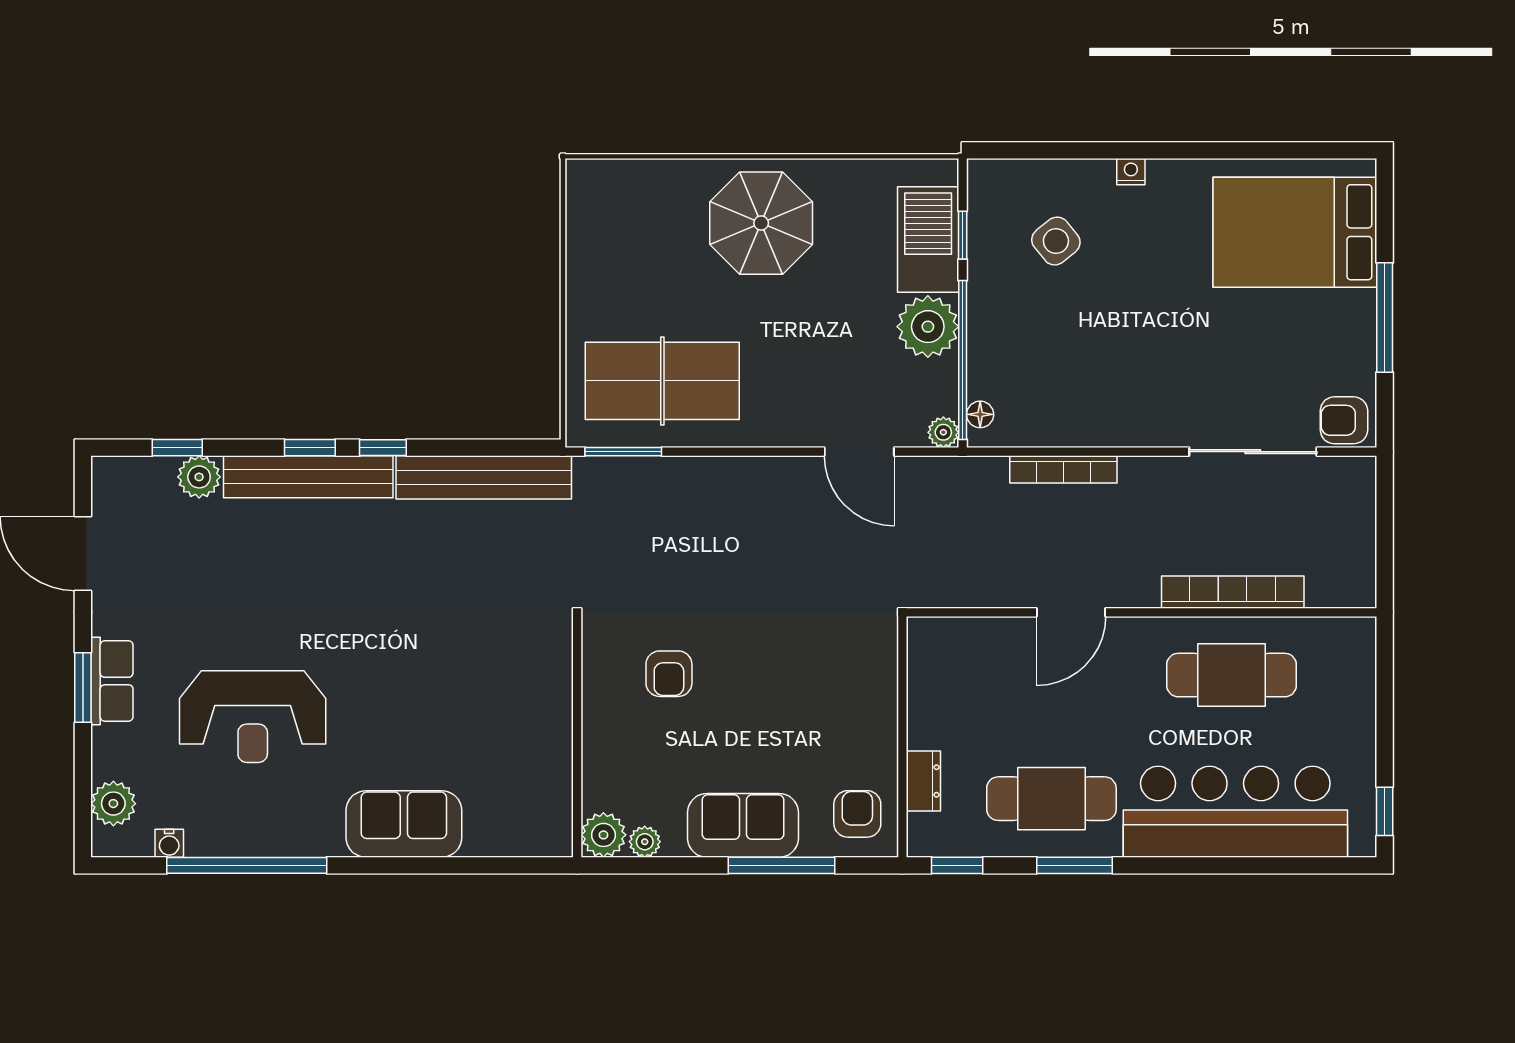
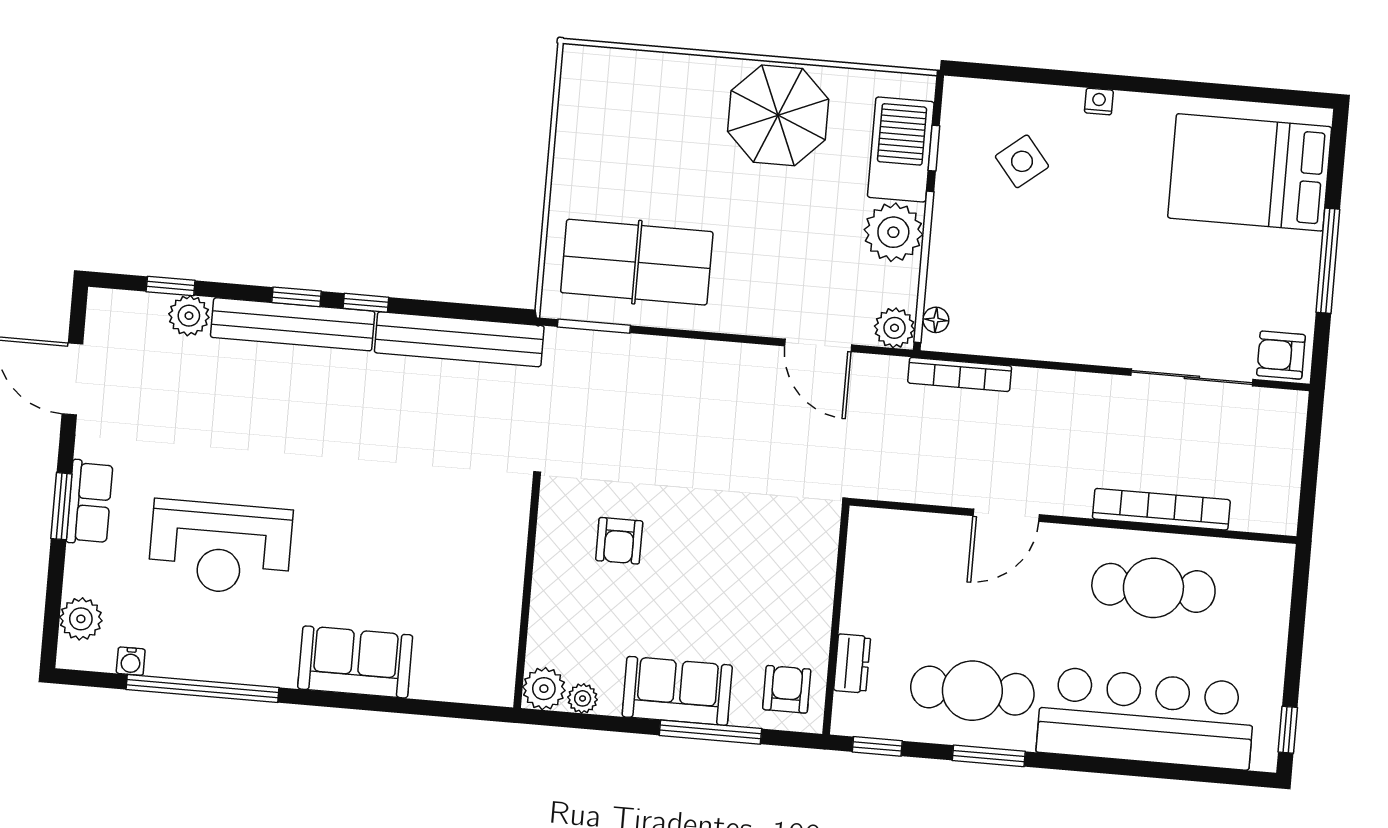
parasol: (761, 223) -> (778, 115), moved
plant: (943, 432) -> (895, 328), width x1.38, depth x1.38
bookcase: (1063, 469) -> (960, 374), moved

